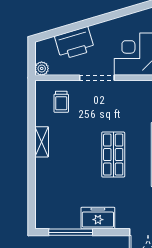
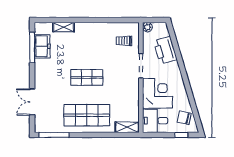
shelving: (42, 142) -> (64, 27), moved
freezer: (98, 218) -> (42, 46), moved

